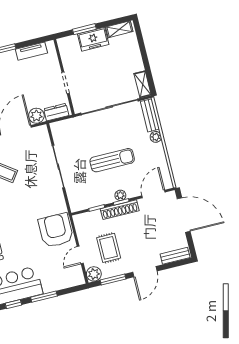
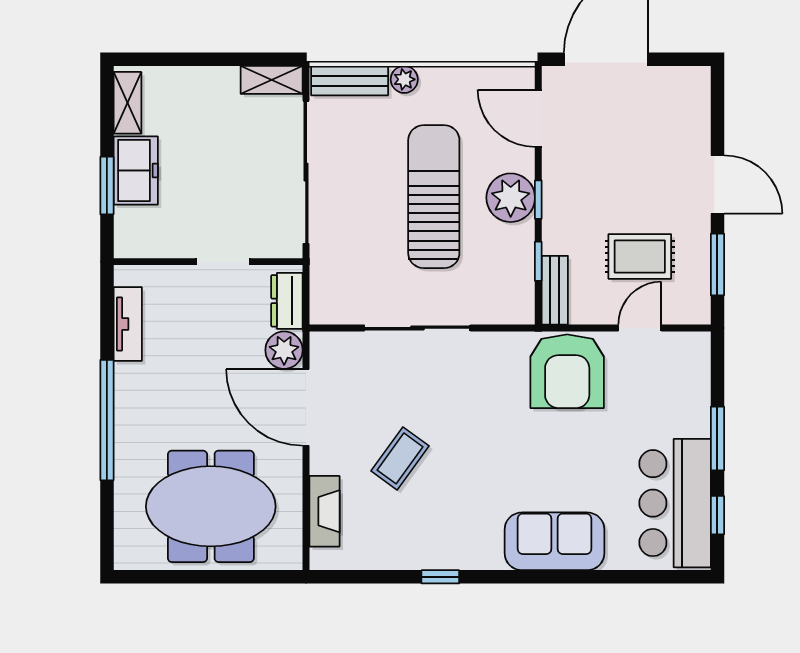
sun lounger: (112, 160) -> (434, 197), width x1.36, depth x1.34
plant: (120, 195) -> (511, 198), width x1.87, depth x1.87
shoe rack: (120, 210) -> (556, 208), removed
armchair: (56, 230) -> (567, 371), turned -90
door: (80, 255) -> (640, 328), swing flipped
bench: (175, 256) -> (555, 290), moved
plant: (94, 274) -> (693, 307), removed

